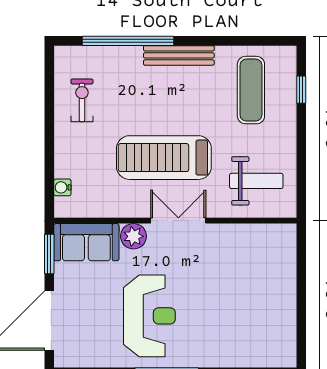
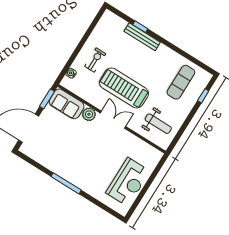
window: (128, 41) -> (140, 27), width x0.32
bench: (179, 55) -> (142, 37), moved
exercise bike: (82, 100) -> (95, 60), moved
reception desk: (149, 316) -> (128, 182), moved

